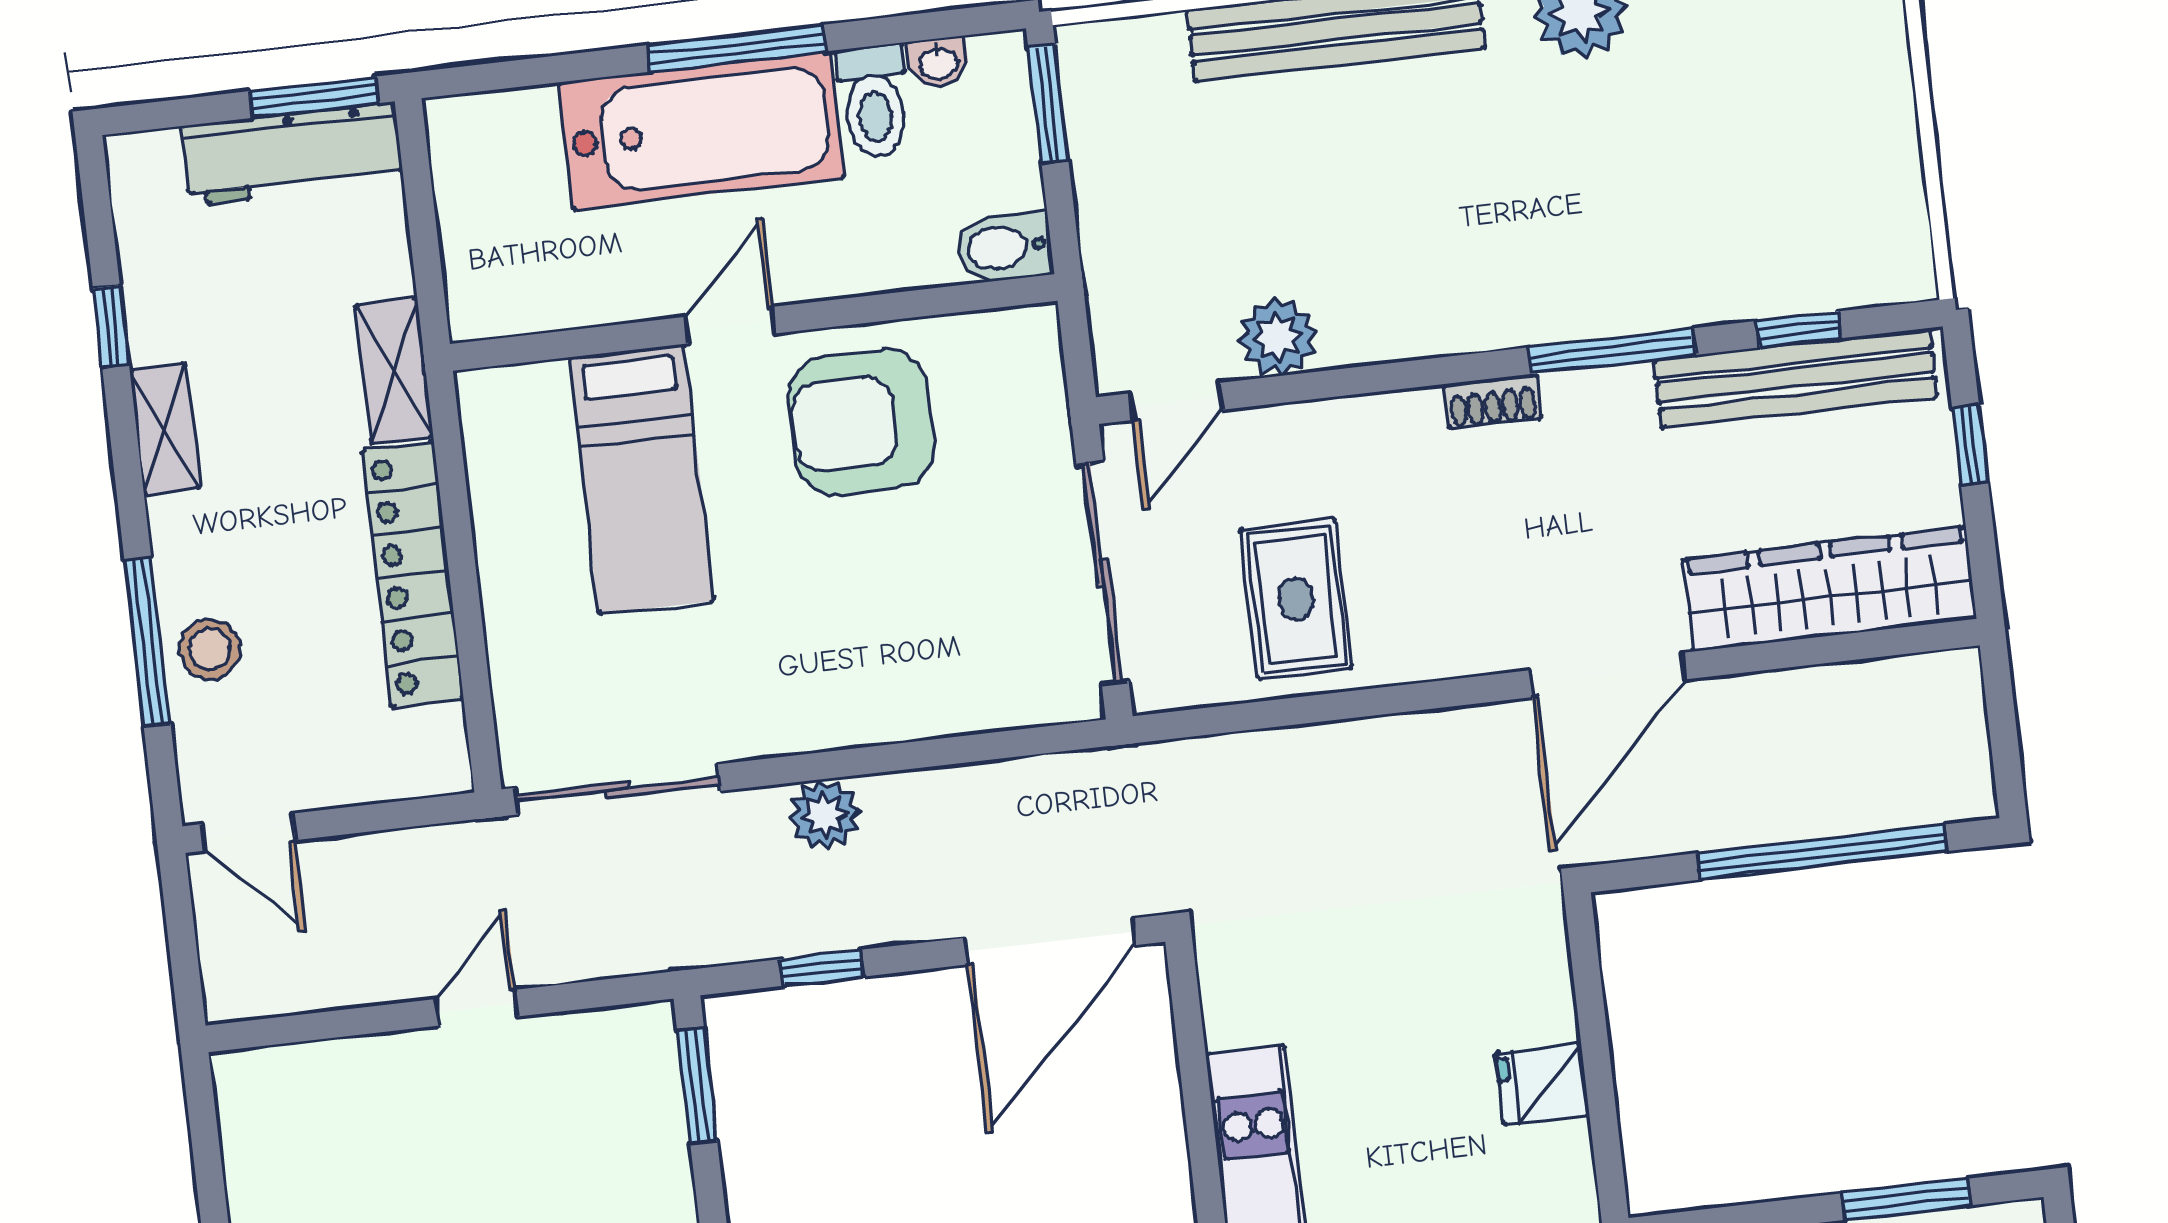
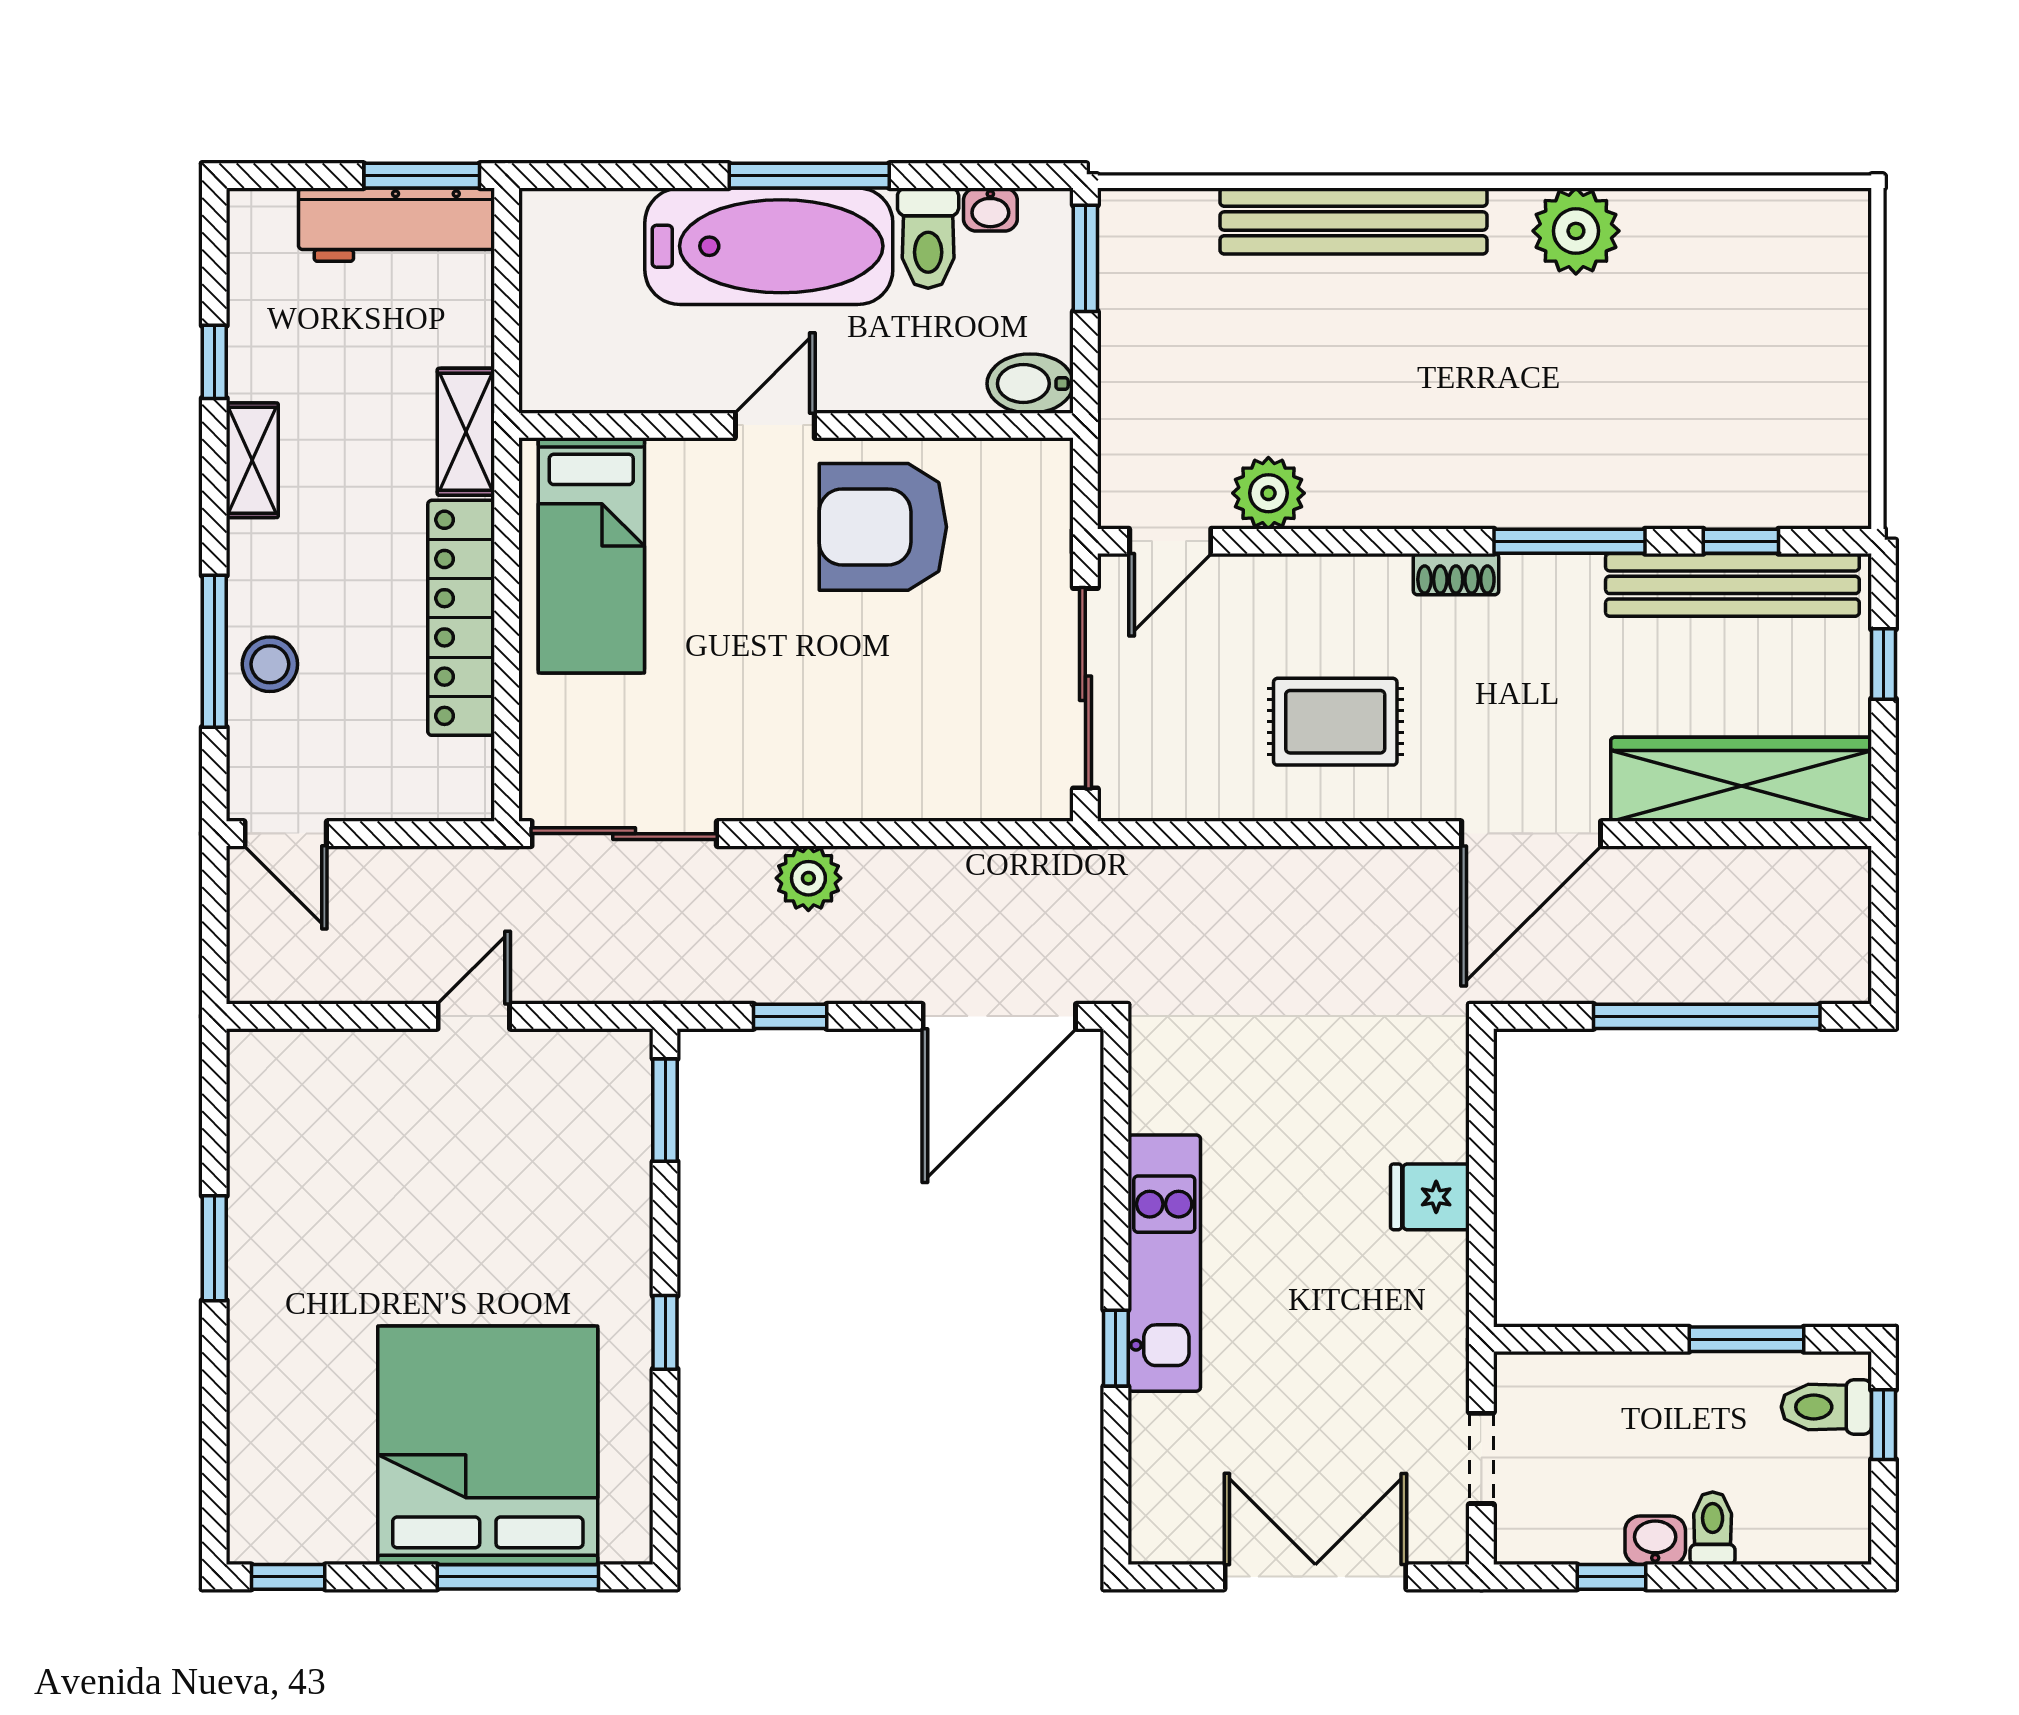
bed: (641, 479) -> (591, 555), moved
rug: (1296, 599) -> (1335, 722), moved, turned 90

